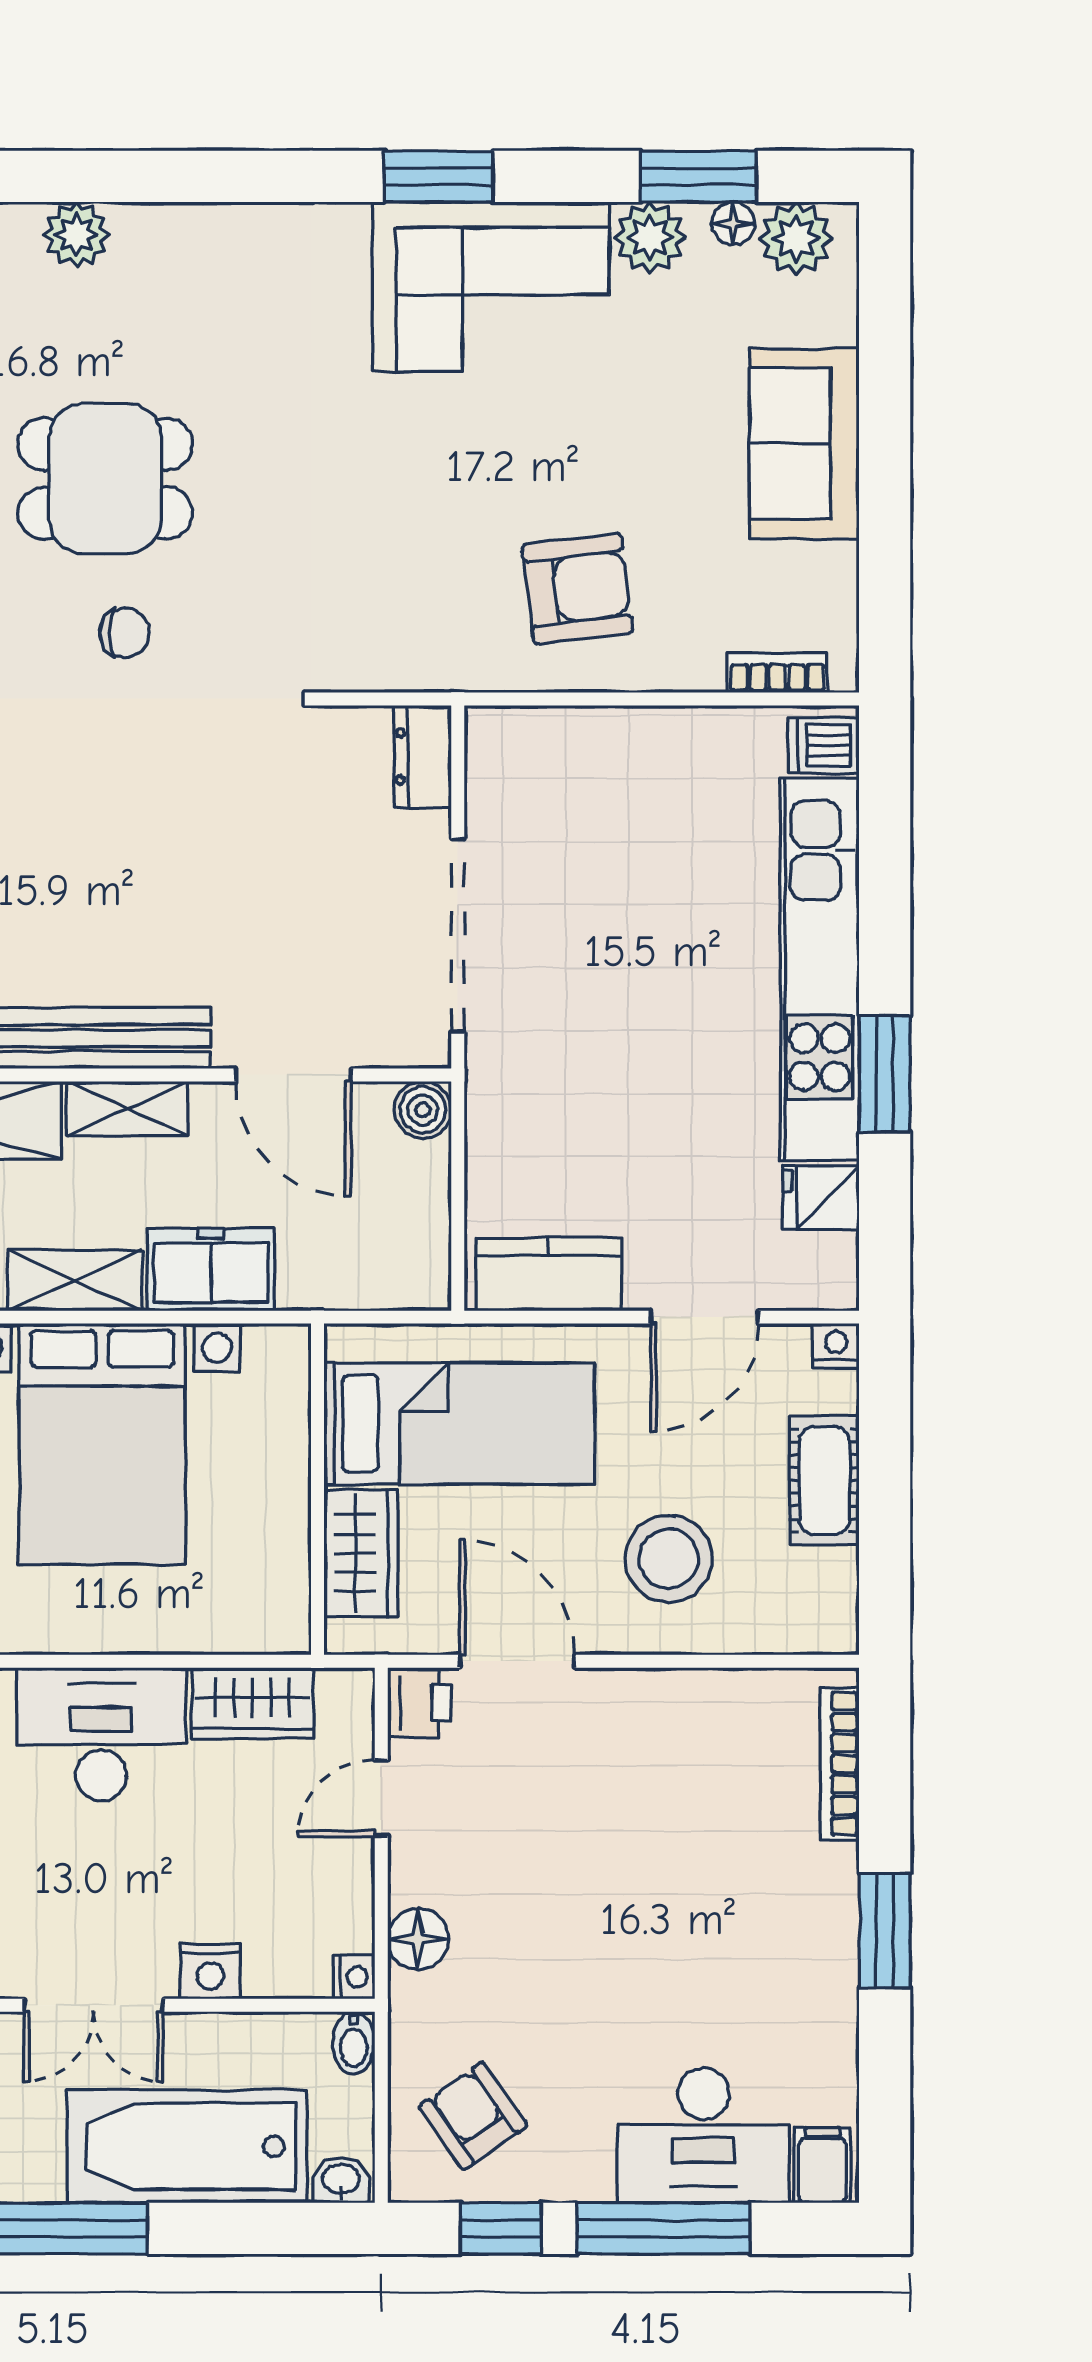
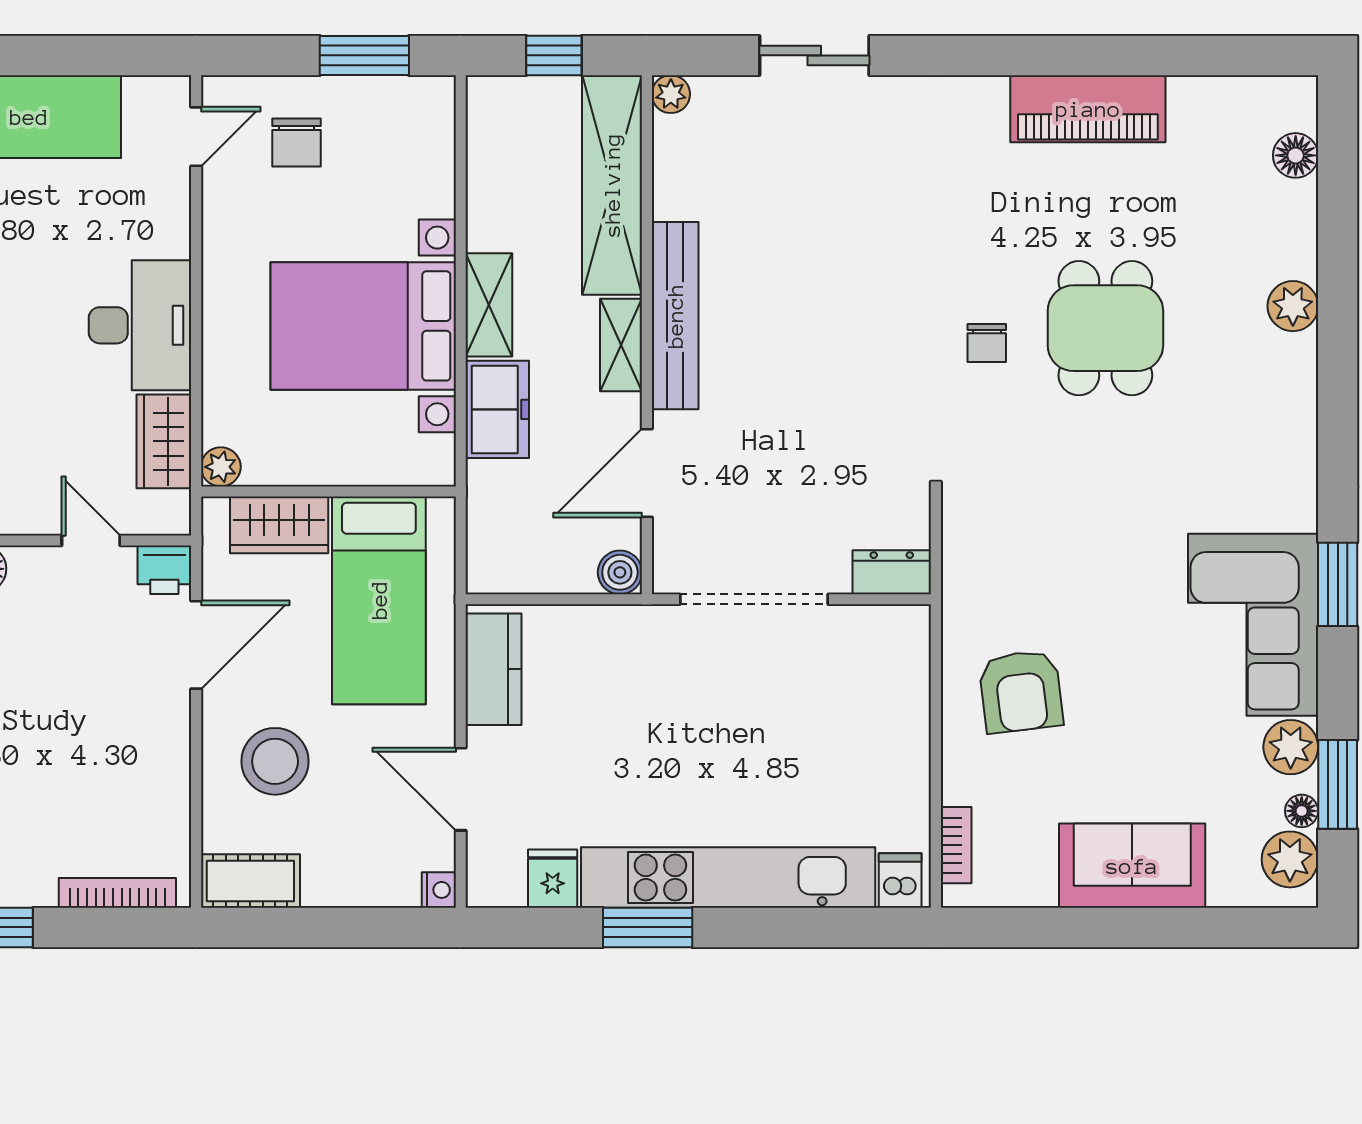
cot: (824, 1480) -> (250, 881), moved
plant: (285, 1629) -> (221, 467), added

